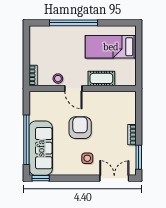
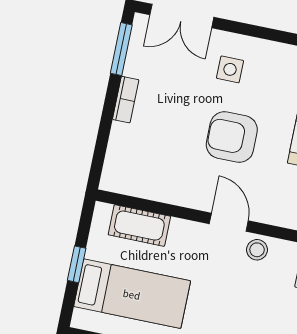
window: (139, 55) -> (77, 264), added
cot: (101, 78) -> (139, 226), moved
armchair: (80, 128) -> (232, 137), turned 90

